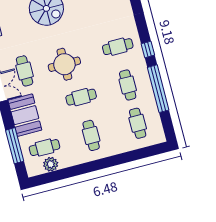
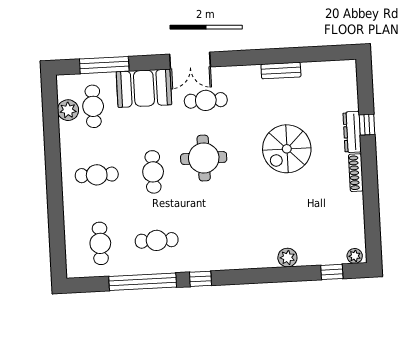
cafe table: (118, 47) -> (213, 237), removed
cafe table: (138, 123) -> (100, 243), turned 90

